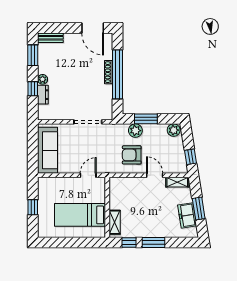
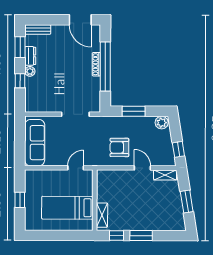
dresser: (43, 95) -> (30, 56), moved
plant: (135, 131) -> (123, 123), removed
freezer: (187, 215) -> (175, 208), removed

